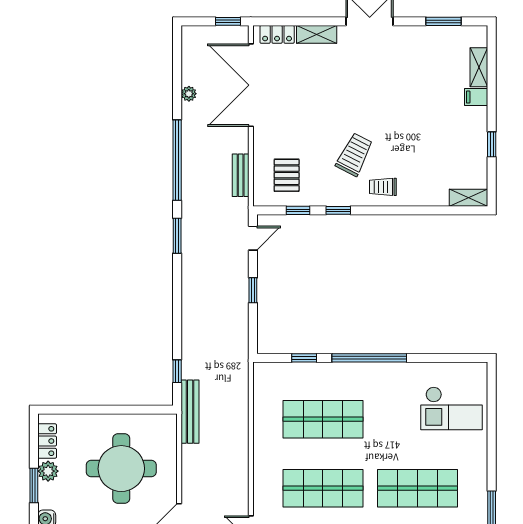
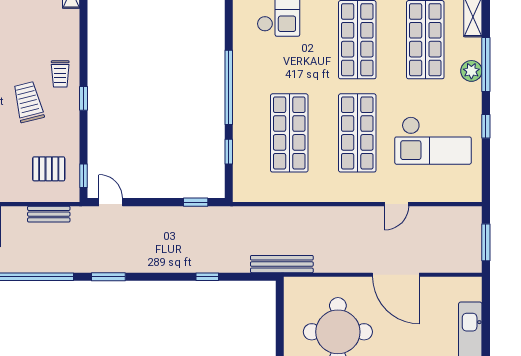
trolley: (354, 155) -> (28, 102), turned 49
window: (298, 210) -> (83, 176), moved
window: (338, 210) -> (83, 98), moved
window: (253, 290) -> (196, 202), moved
window: (177, 371) -> (207, 277), moved

